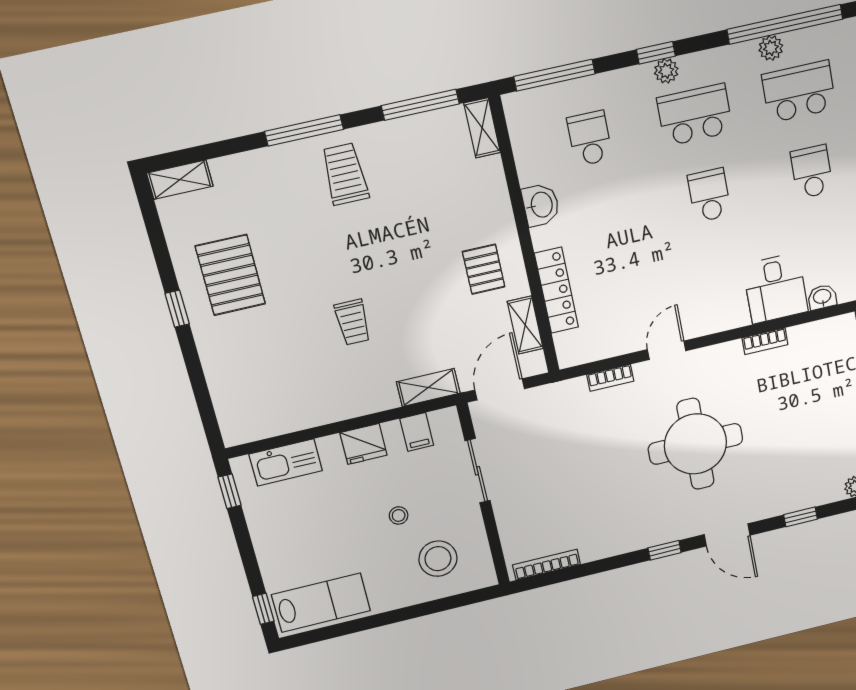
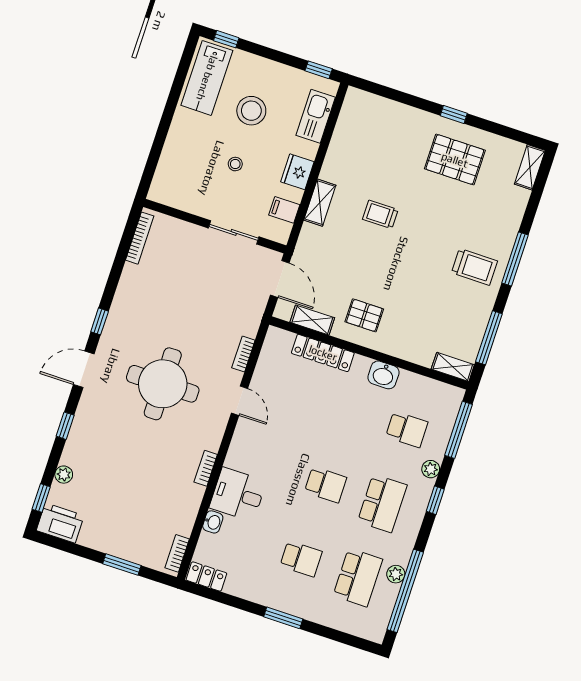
plant: (666, 71) -> (431, 469), moved
shelving: (428, 388) -> (320, 203), moved
stool: (438, 559) -> (251, 111), moved

